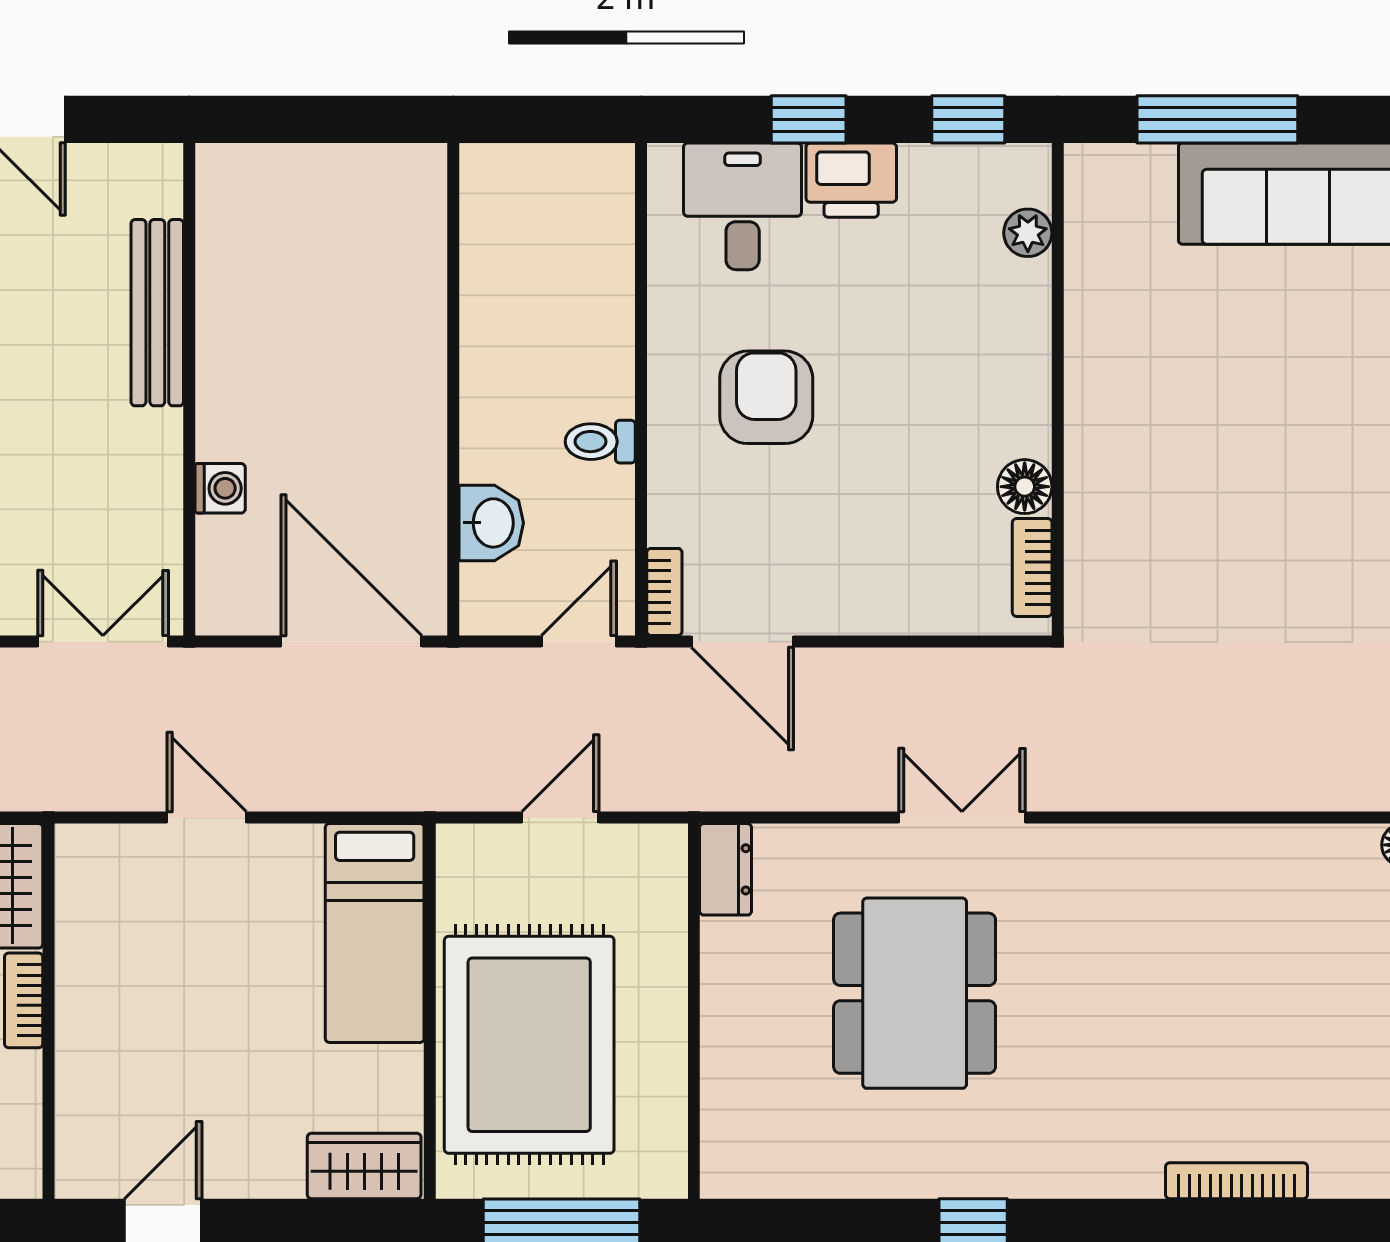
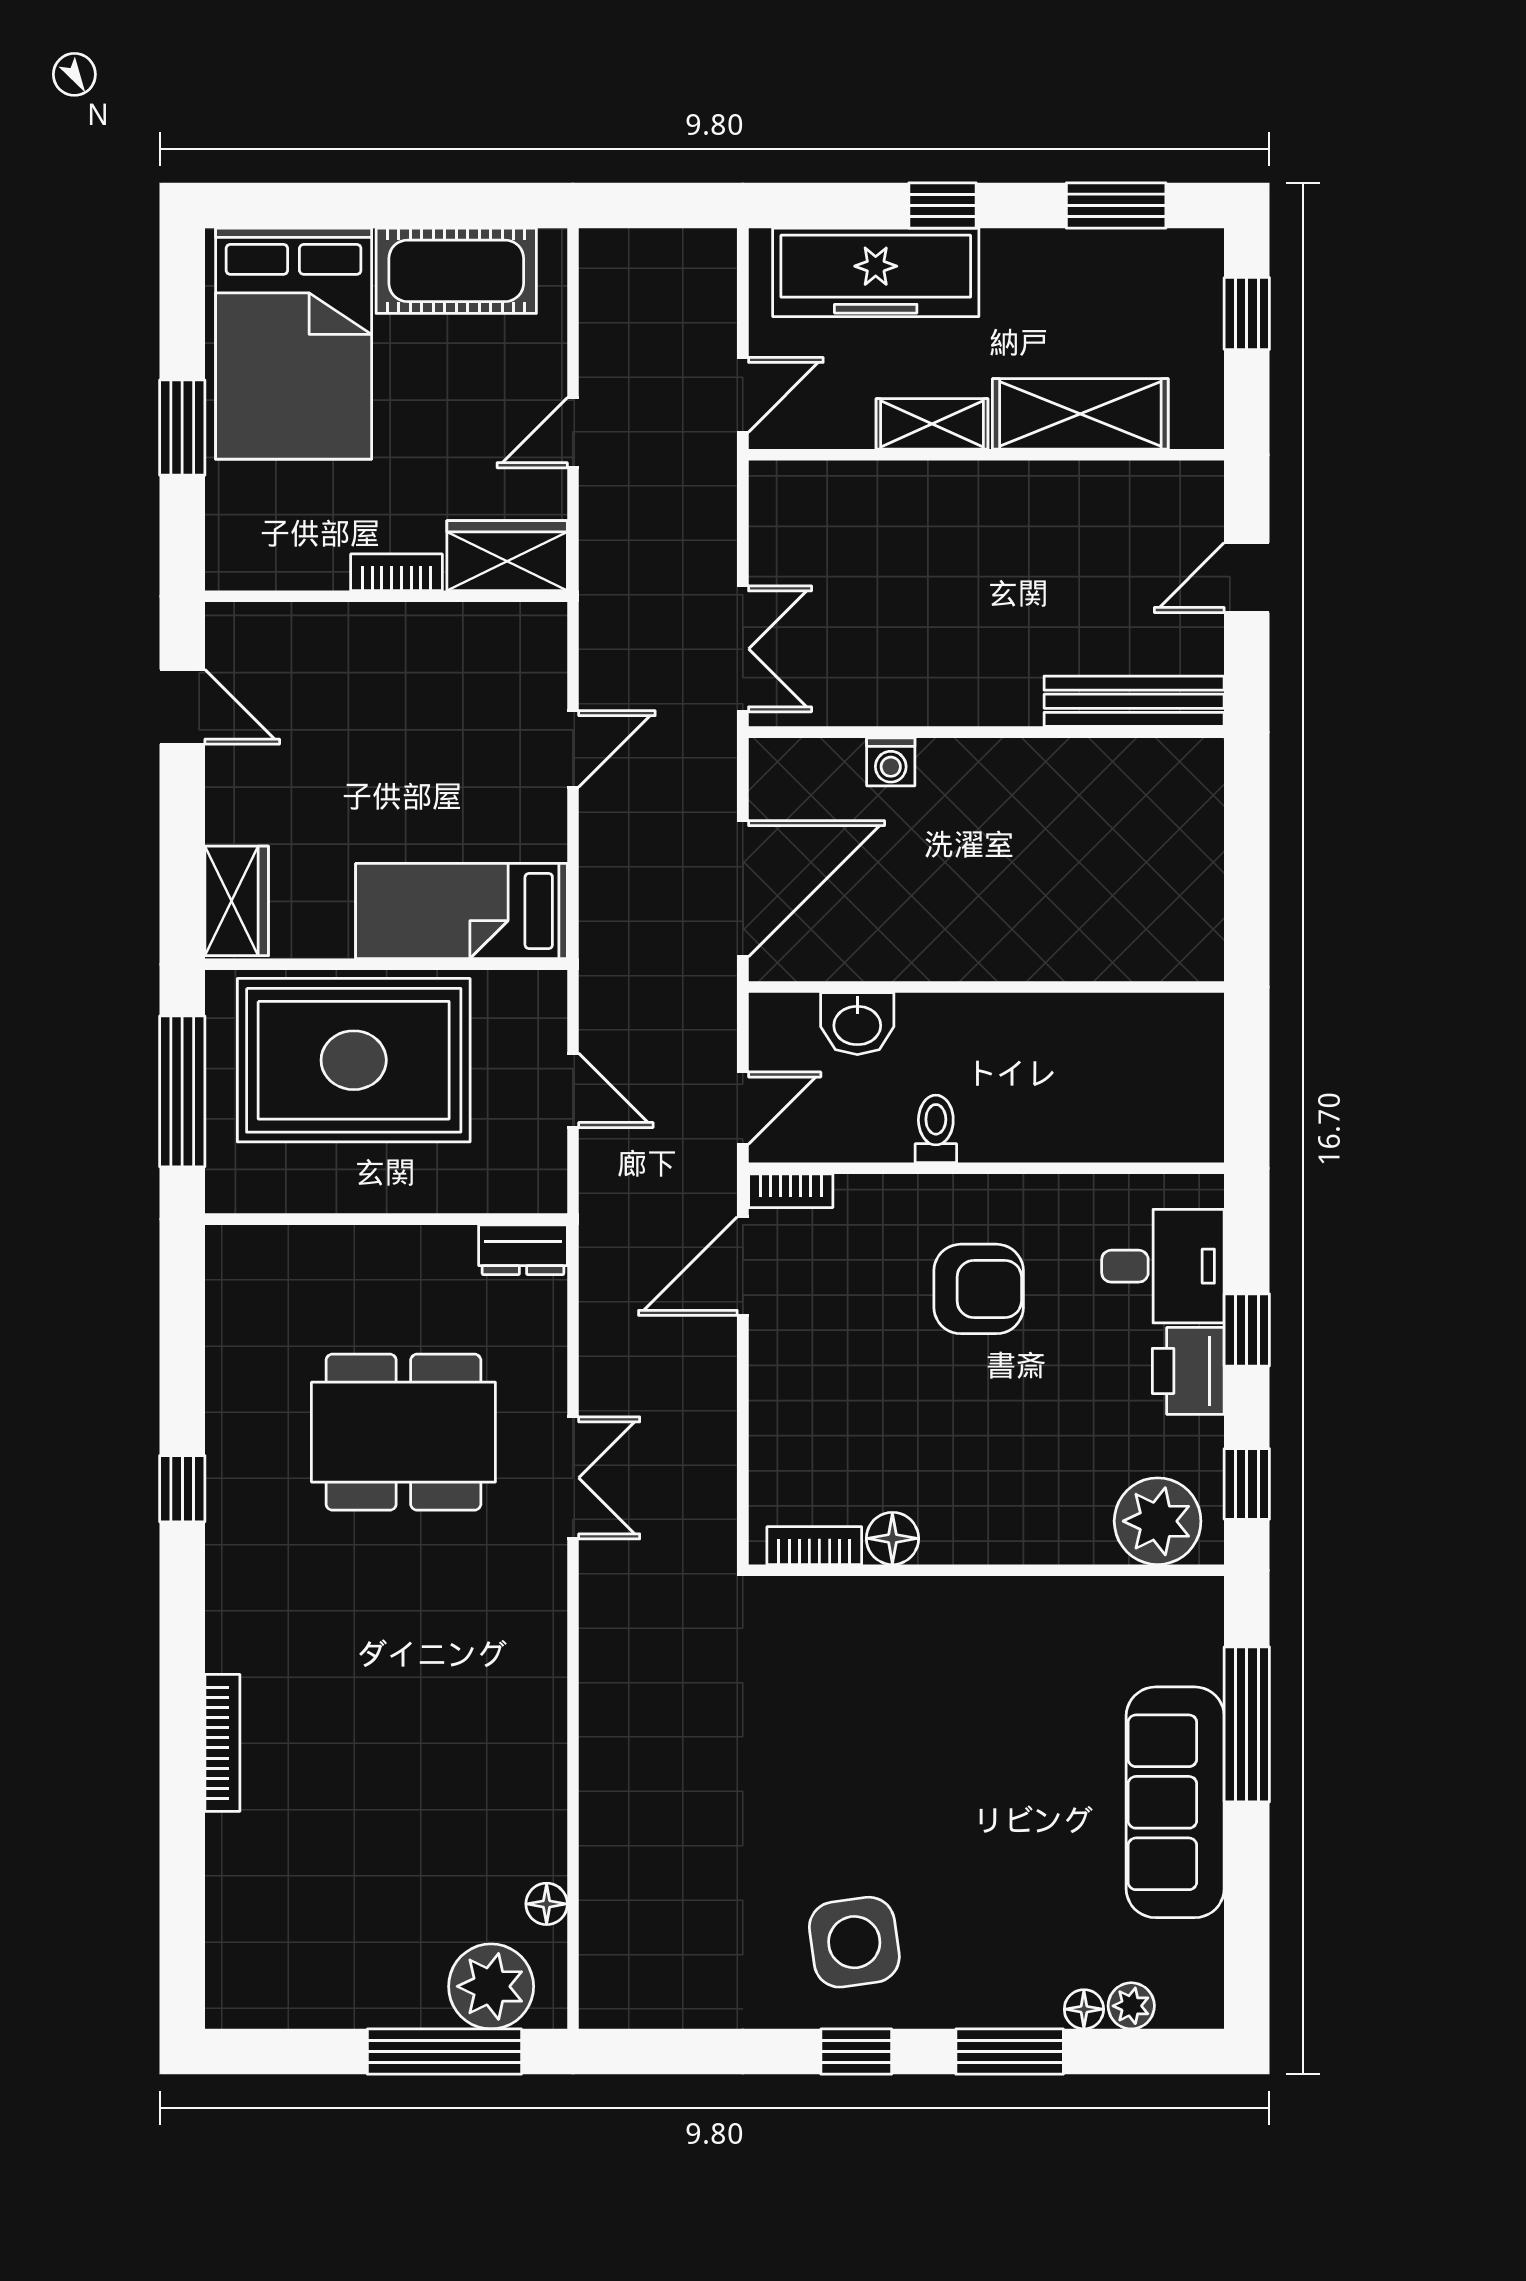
plant: (1028, 233) -> (1158, 1521), width x1.88, depth x1.88
bench: (157, 313) -> (1134, 701), moved
door: (579, 642) -> (743, 1108), hinge flipped

